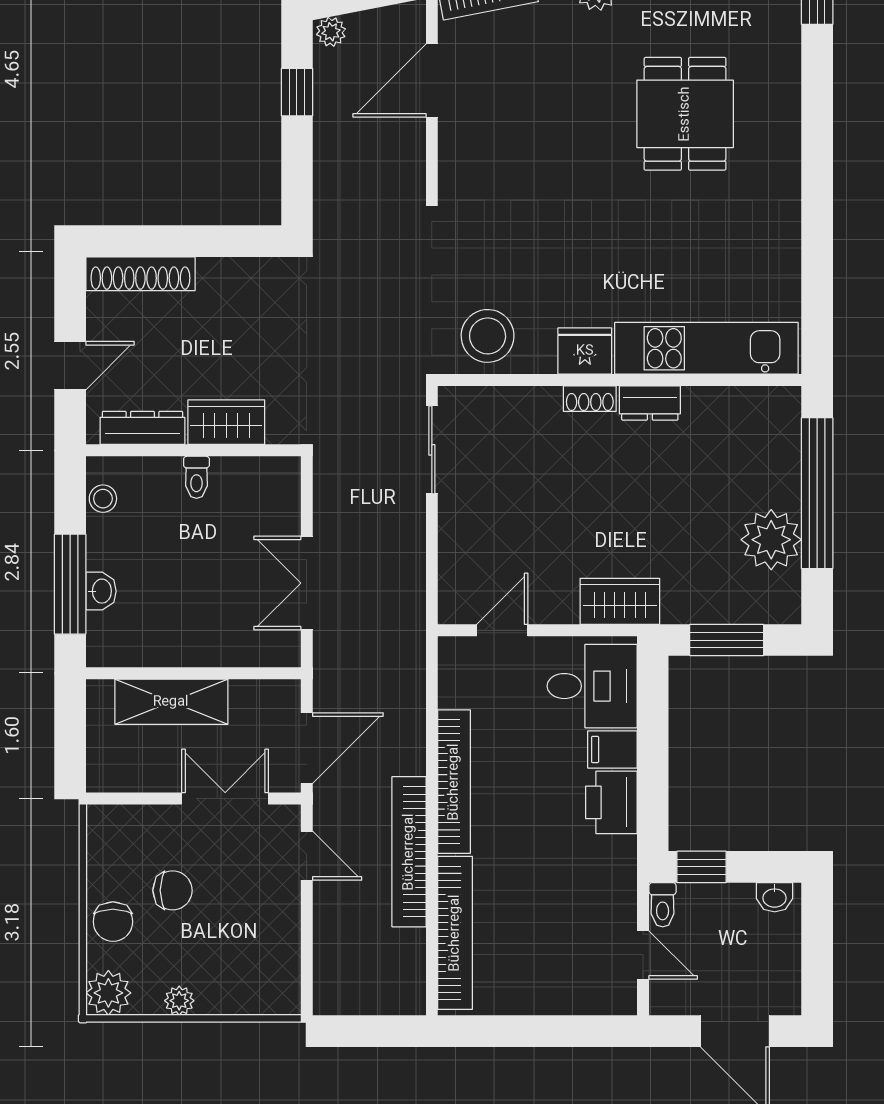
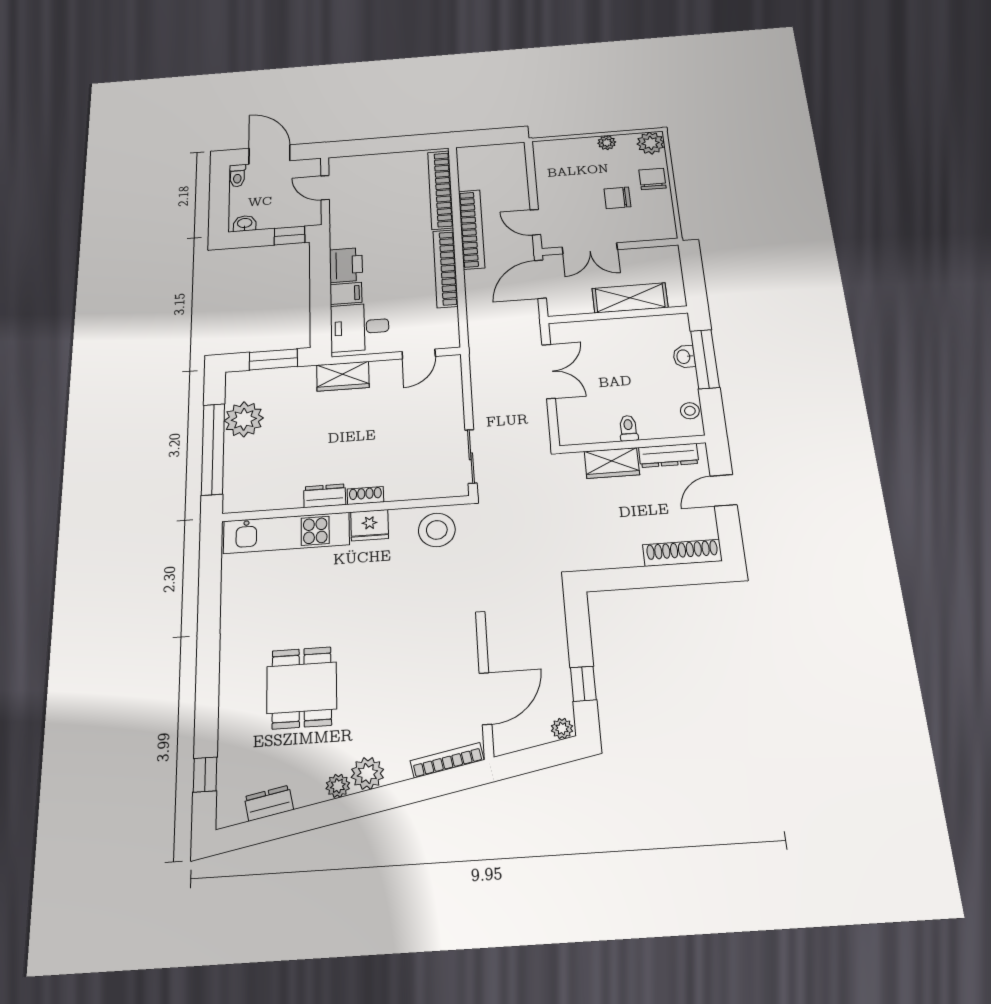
toilet: (663, 905) -> (237, 176), moved, turned 180

